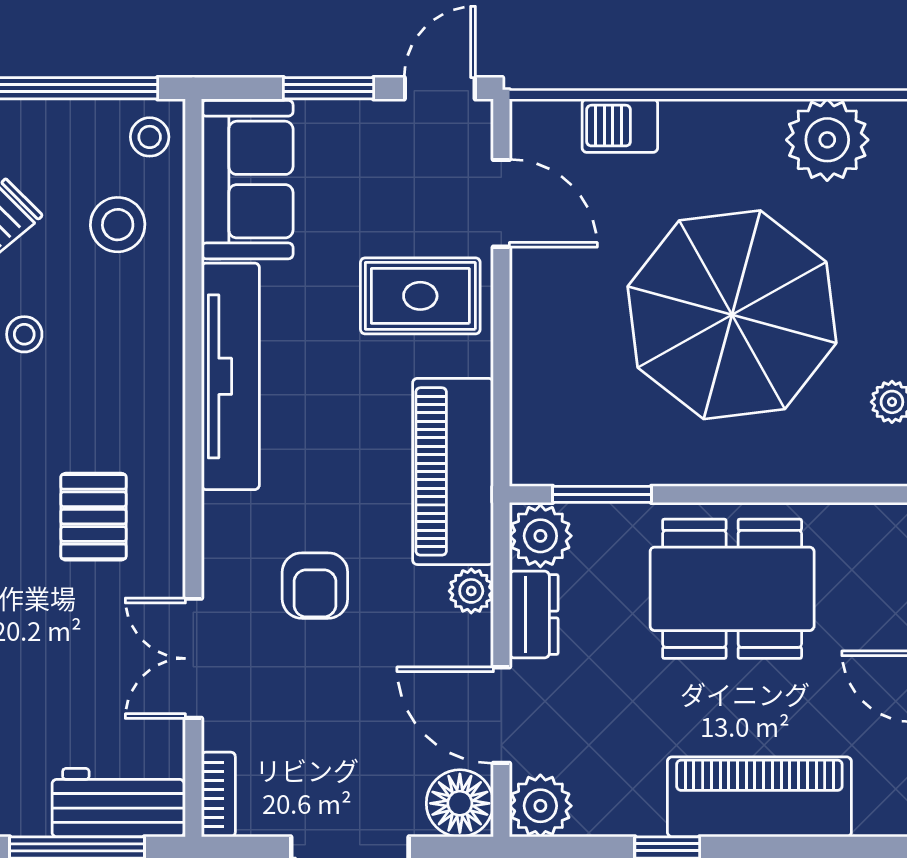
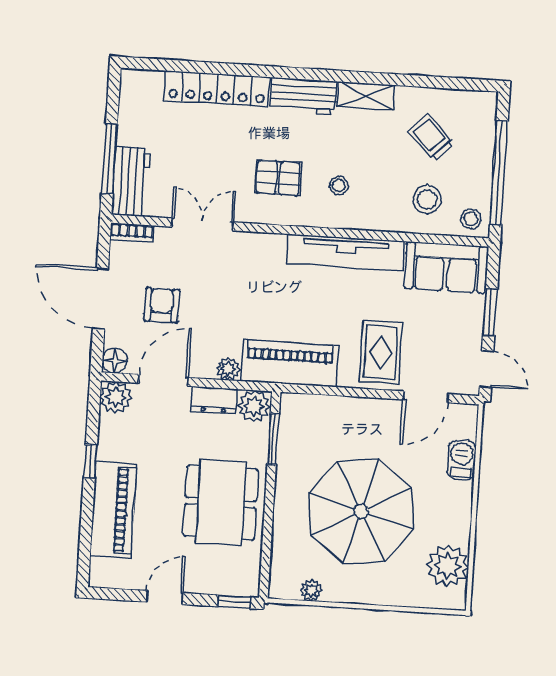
stool: (24, 334) -> (339, 186), moved
armchair: (315, 586) -> (162, 305), moved, turned 90
floor lamp: (460, 803) -> (115, 361), width x0.73, depth x0.73

